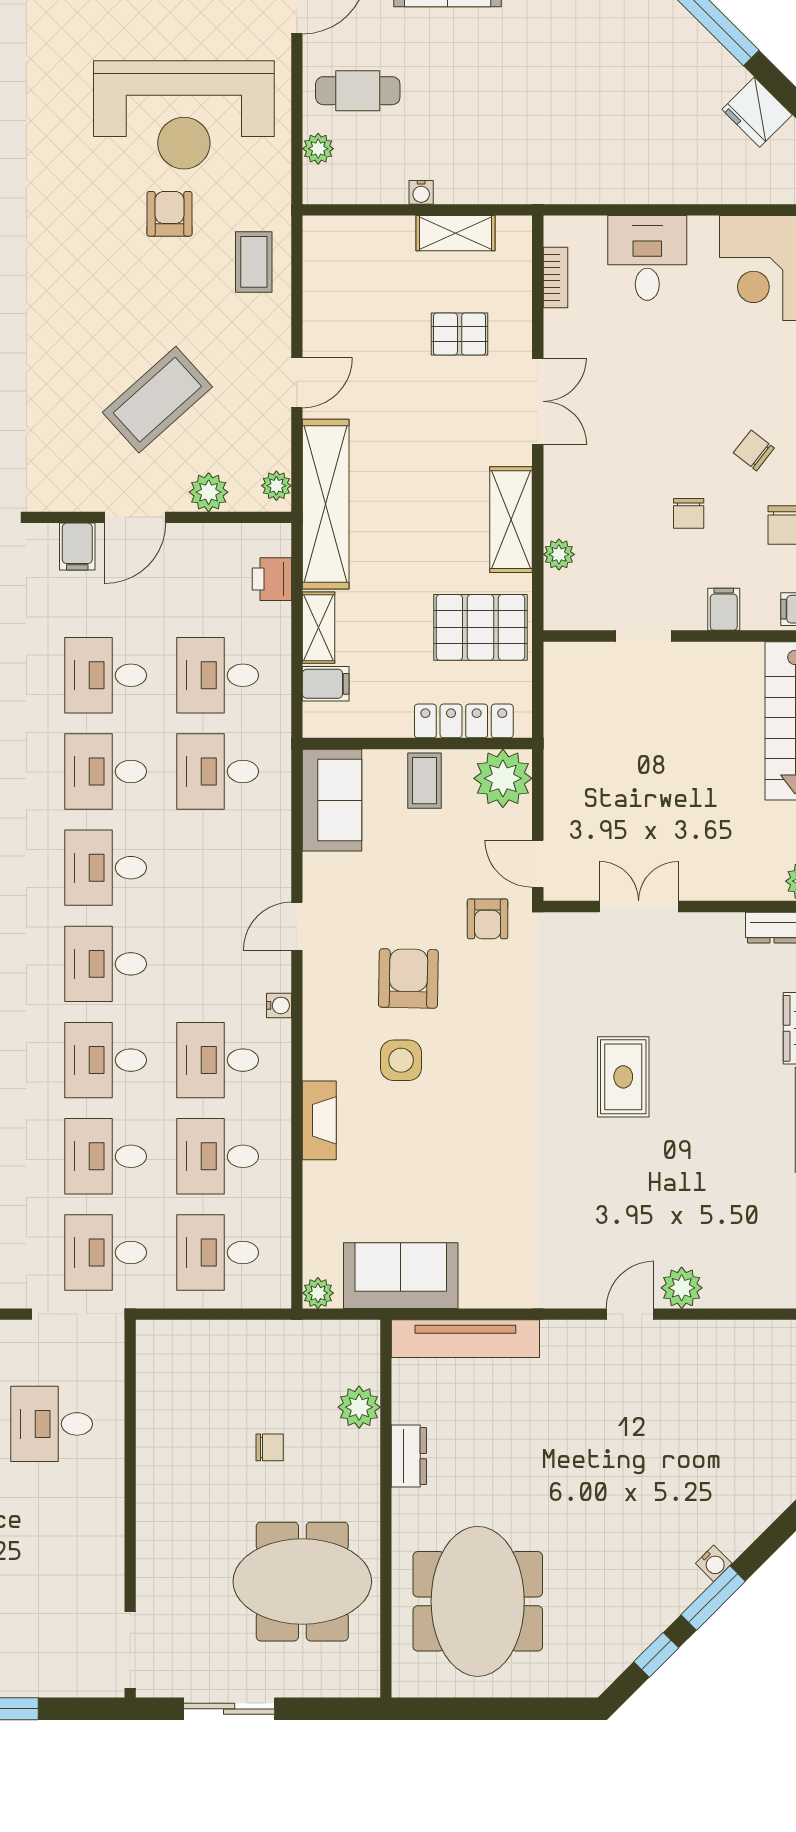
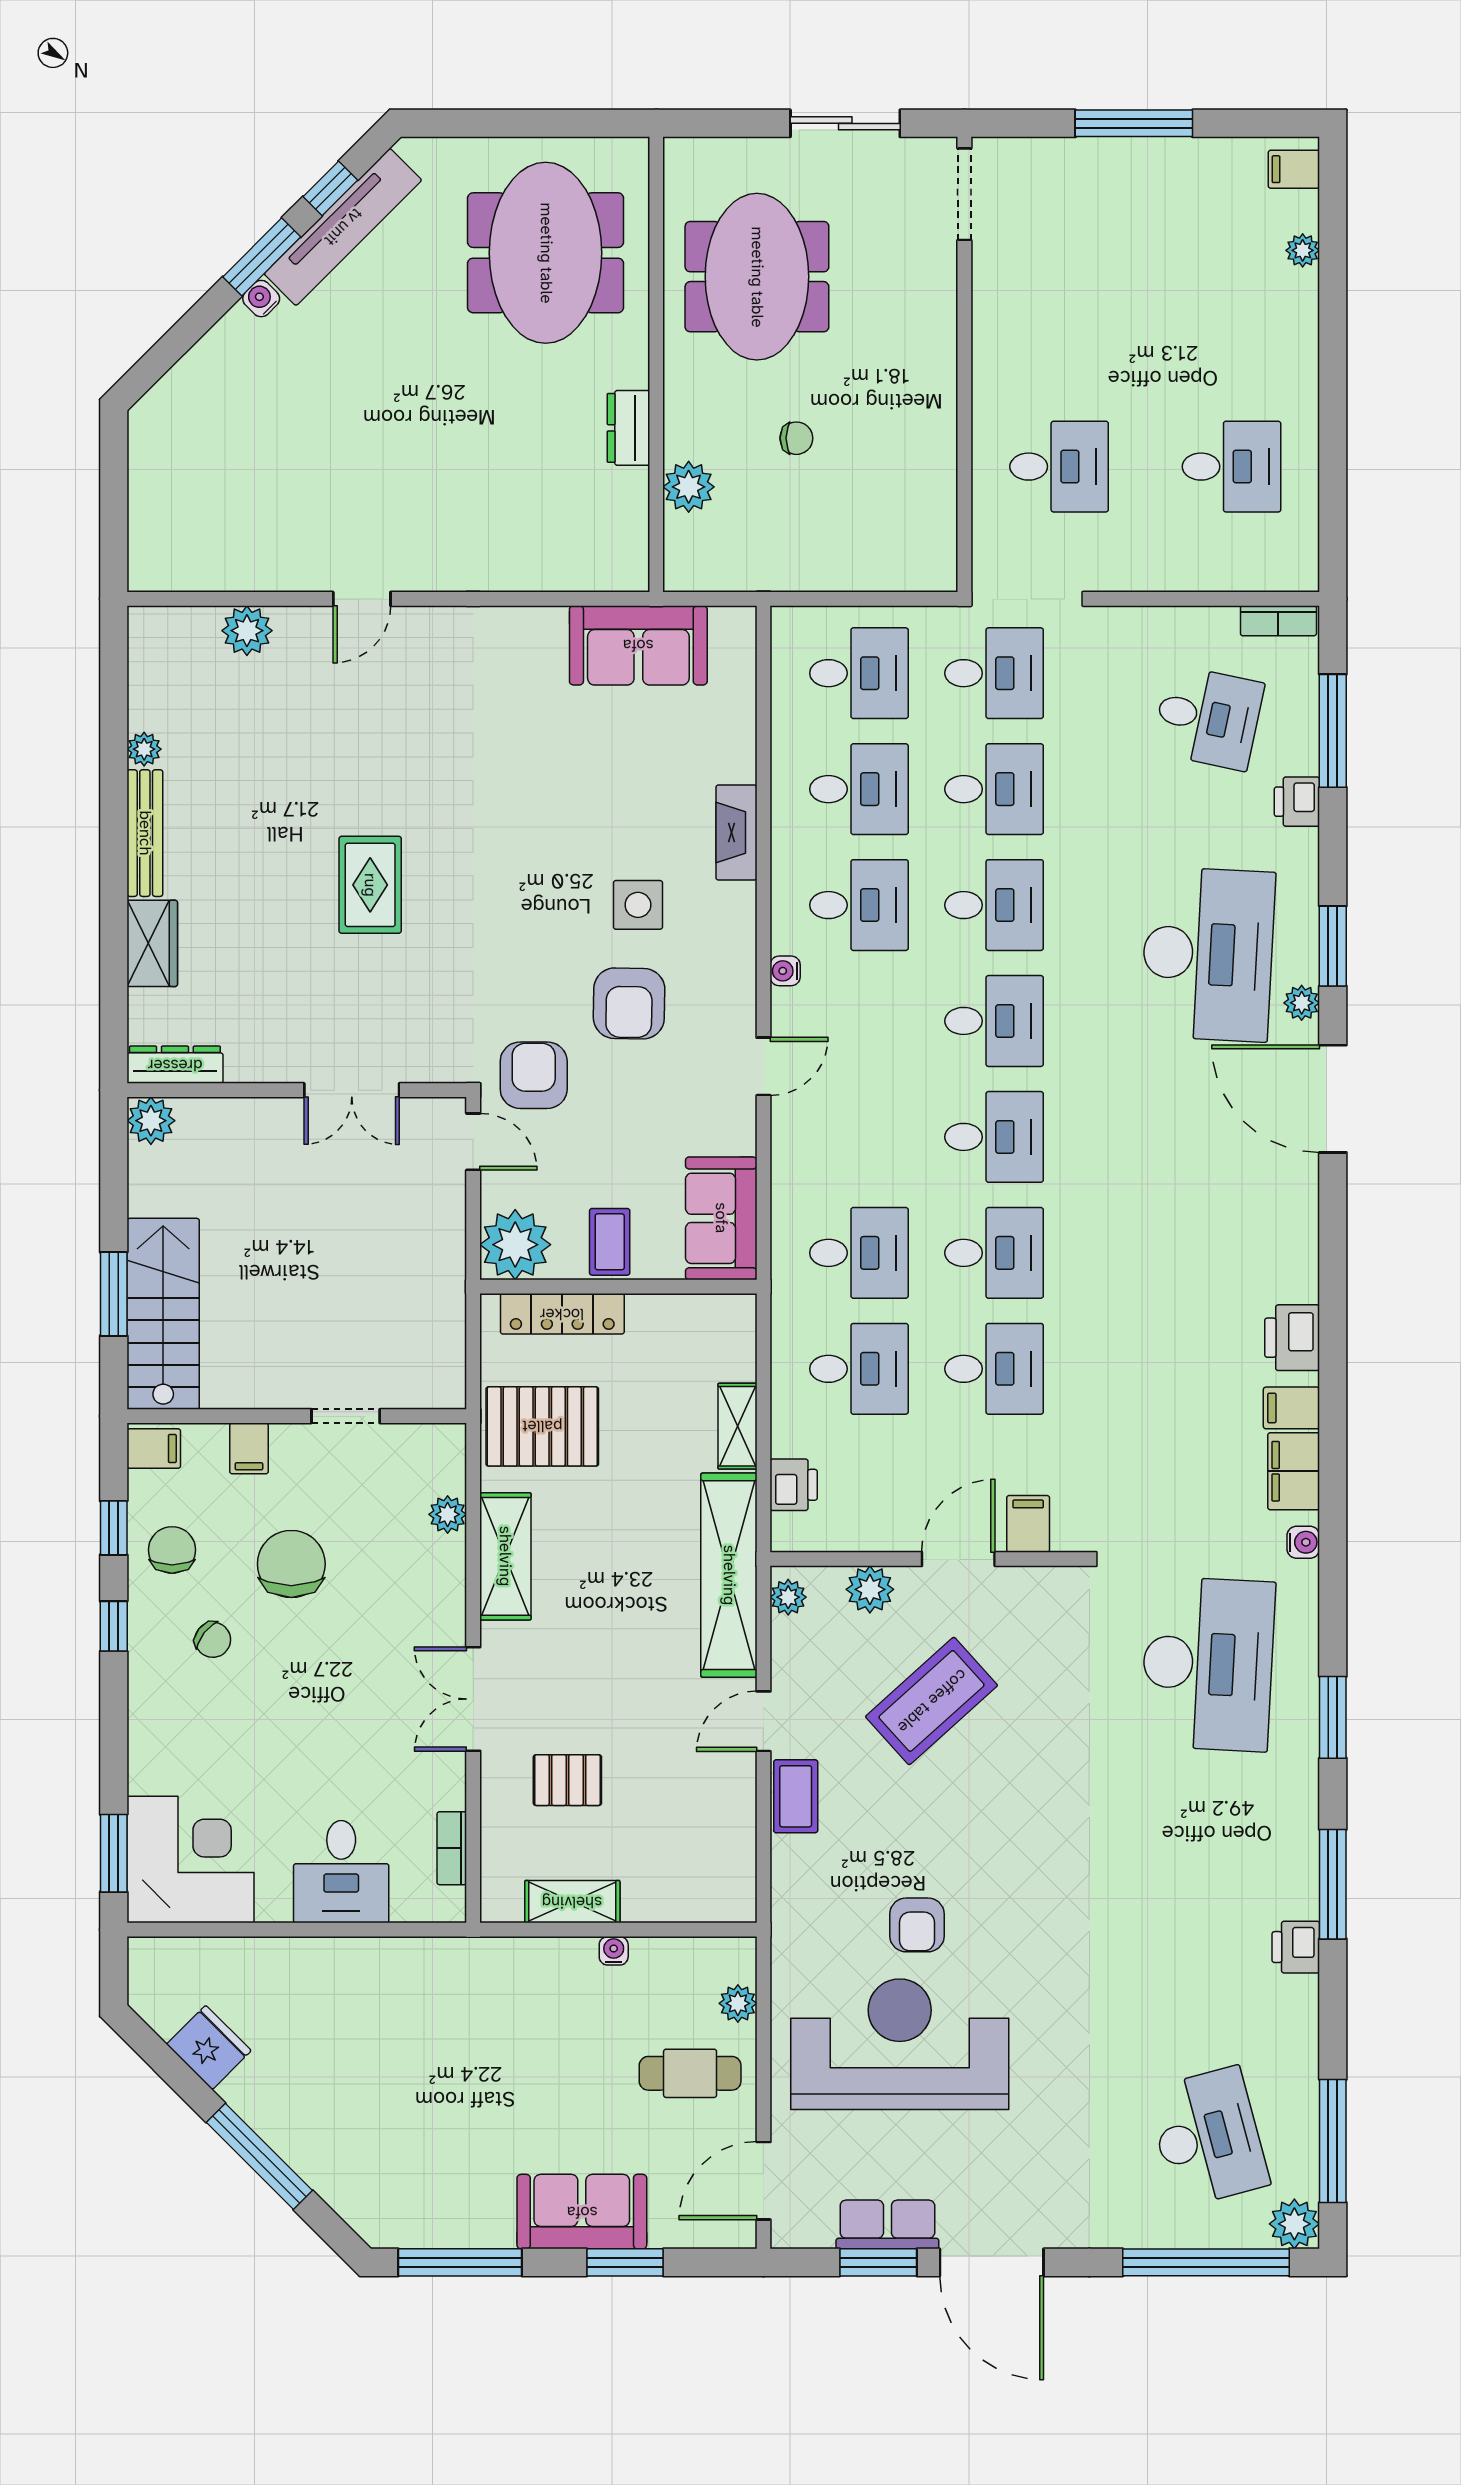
coffee table: (254, 262) -> (796, 1796), moved
chair: (689, 513) -> (291, 1564), width x1.87, depth x1.87
filing cabinet: (326, 684) -> (729, 1359), removed
armchair: (488, 919) -> (534, 1075), width x1.38, depth x1.38
plant: (682, 1288) -> (247, 631), moved
plant: (318, 1293) -> (738, 624), removed
tv unit: (465, 1339) -> (343, 227), moved, turned 135
chair: (270, 1447) -> (796, 438), turned 180
meeting table: (302, 1582) -> (757, 277), turned 90

